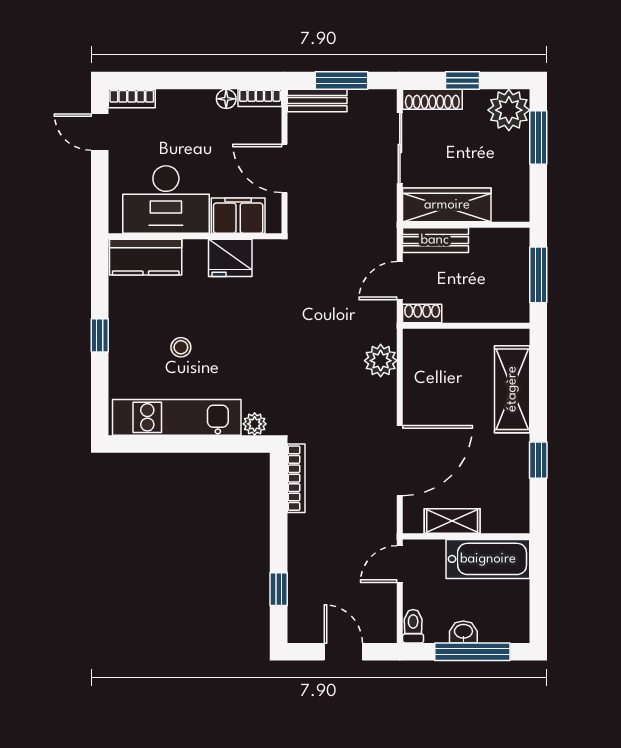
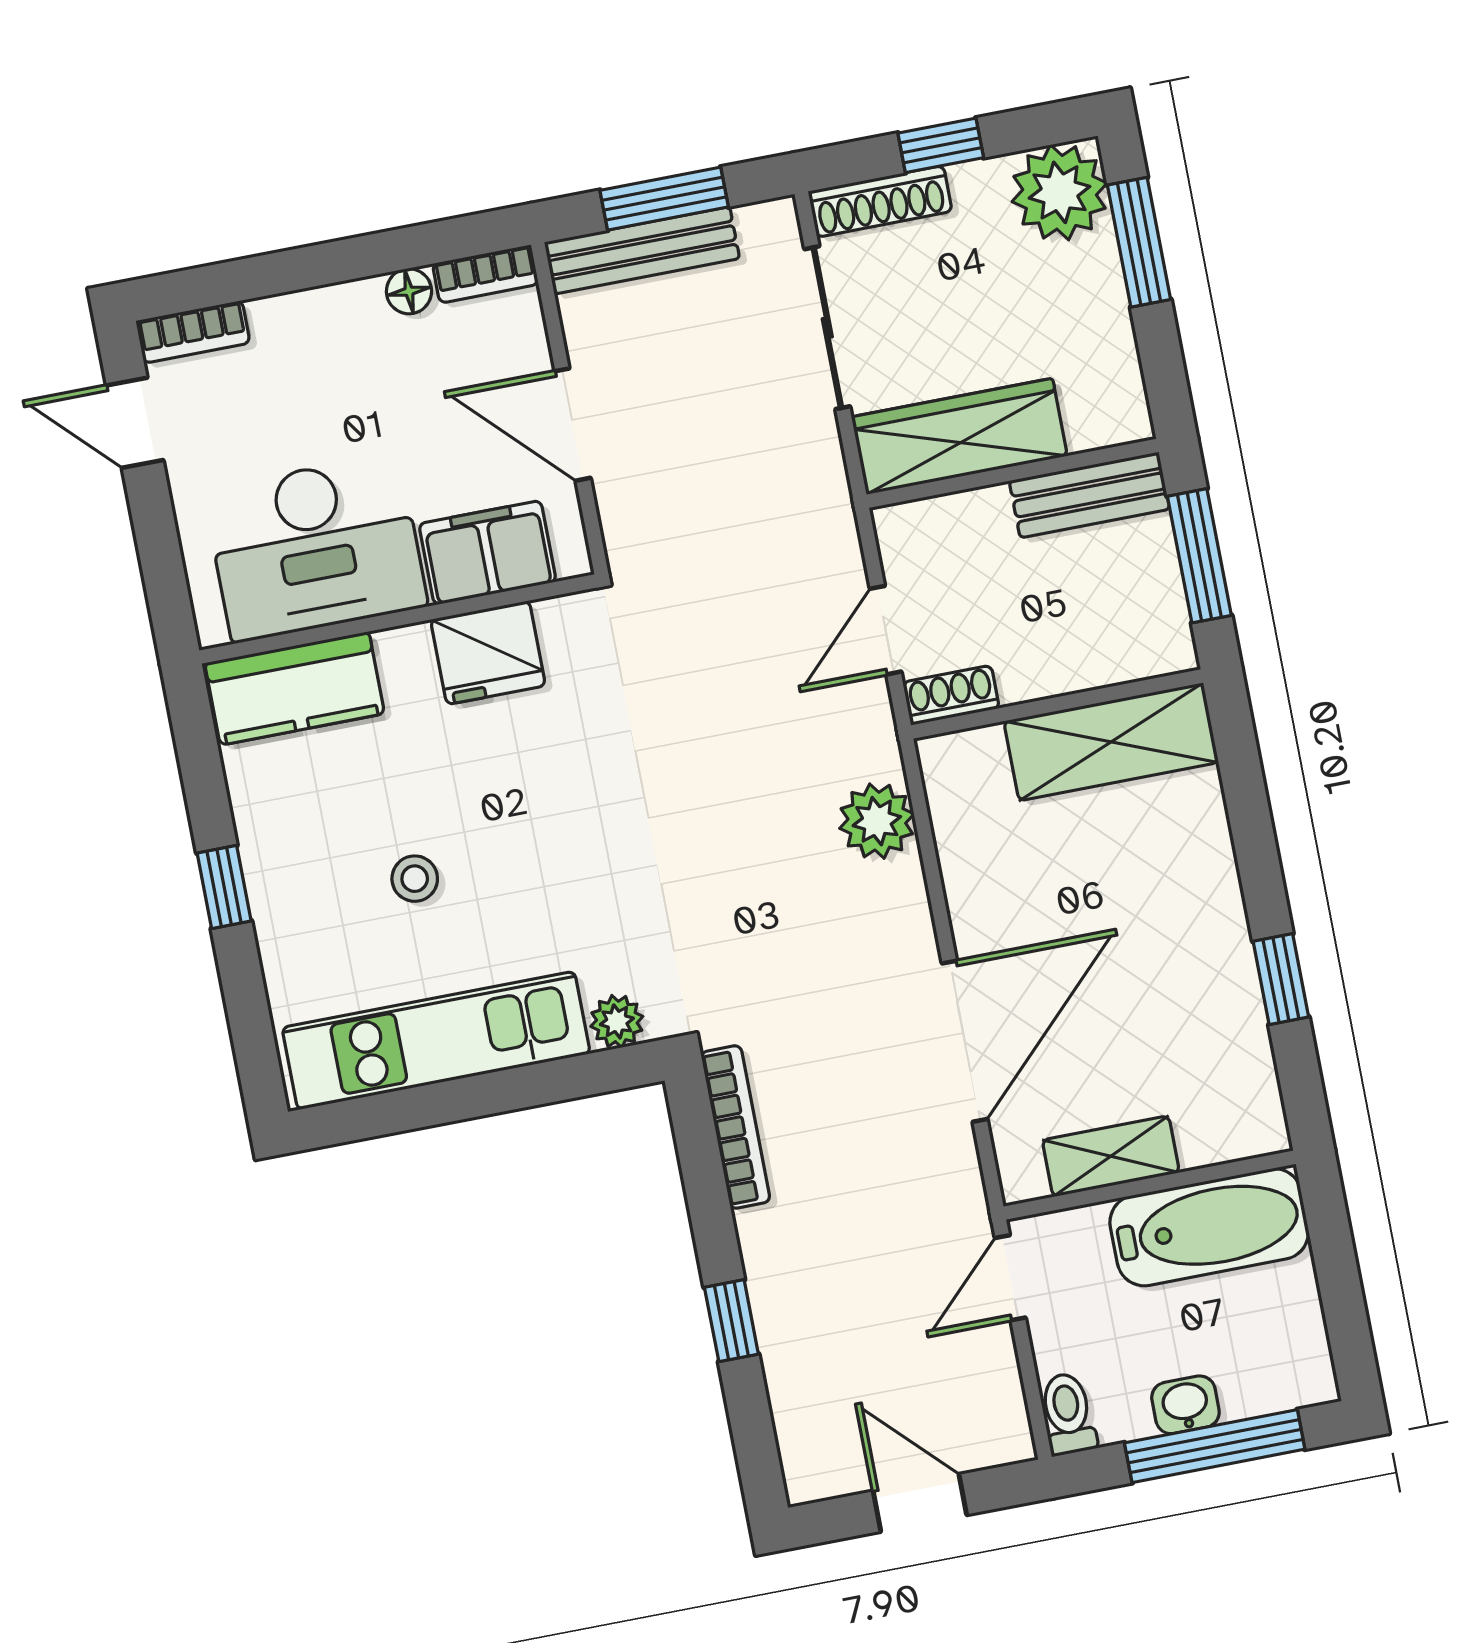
bench: (317, 101) -> (642, 250), width x1.36
bench: (435, 240) -> (1089, 495), moved
shelving: (512, 389) -> (1111, 742), moved, turned 90
window: (279, 589) -> (731, 1321), moved

